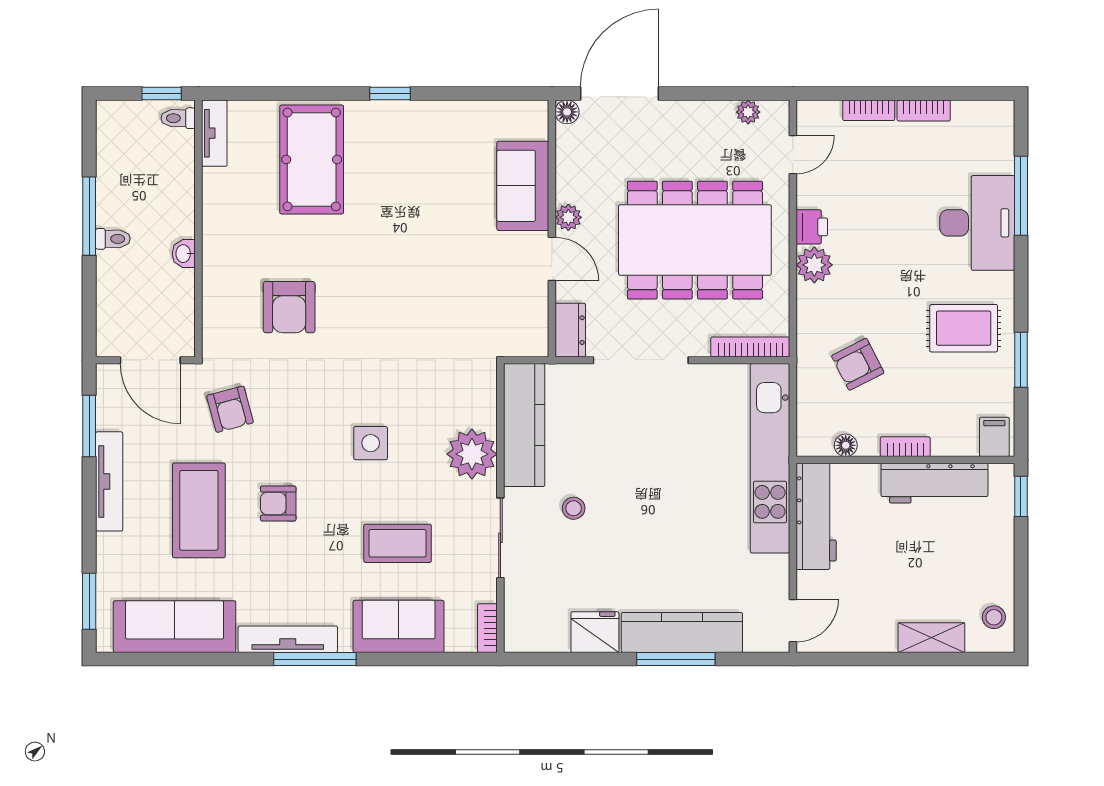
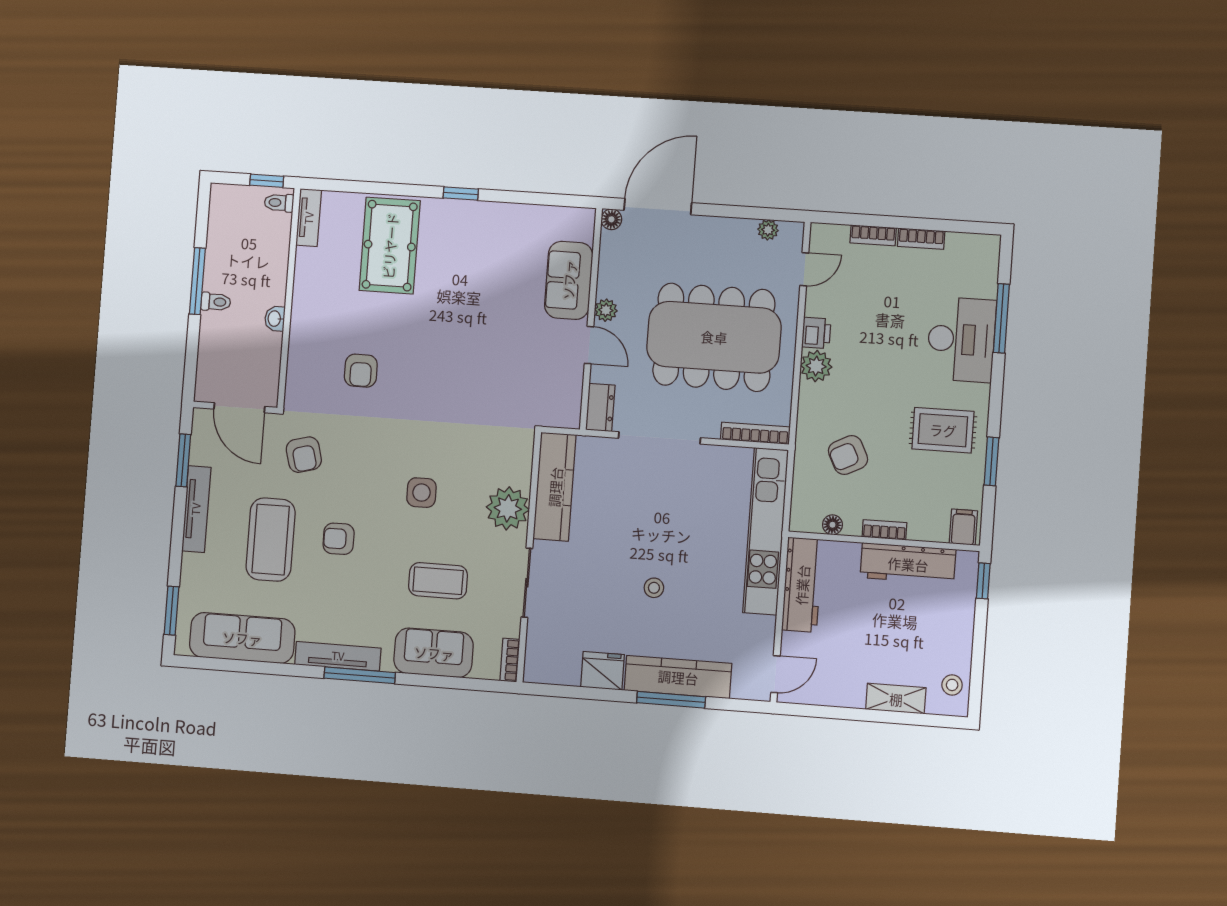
armchair: (289, 307) -> (361, 371), width x0.72, depth x0.72
stool: (574, 508) -> (654, 588), moved

